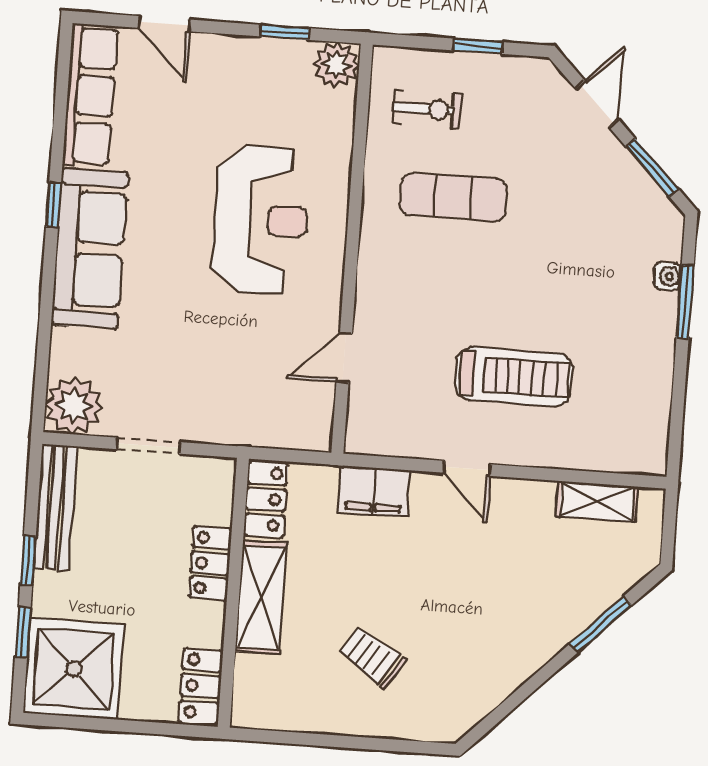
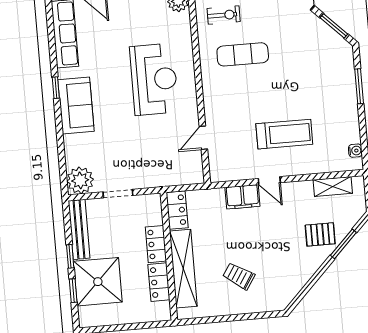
sofa: (90, 249) -> (76, 105), width x0.73
water cooler: (667, 276) -> (355, 151), moved
filing cabinet: (374, 491) -> (242, 197), moved
shelving: (261, 597) -> (183, 269), width x1.47
pallet: (555, 597) -> (320, 234), added
shower: (74, 669) -> (98, 282), moved
locker: (201, 686) -> (159, 282), moved

